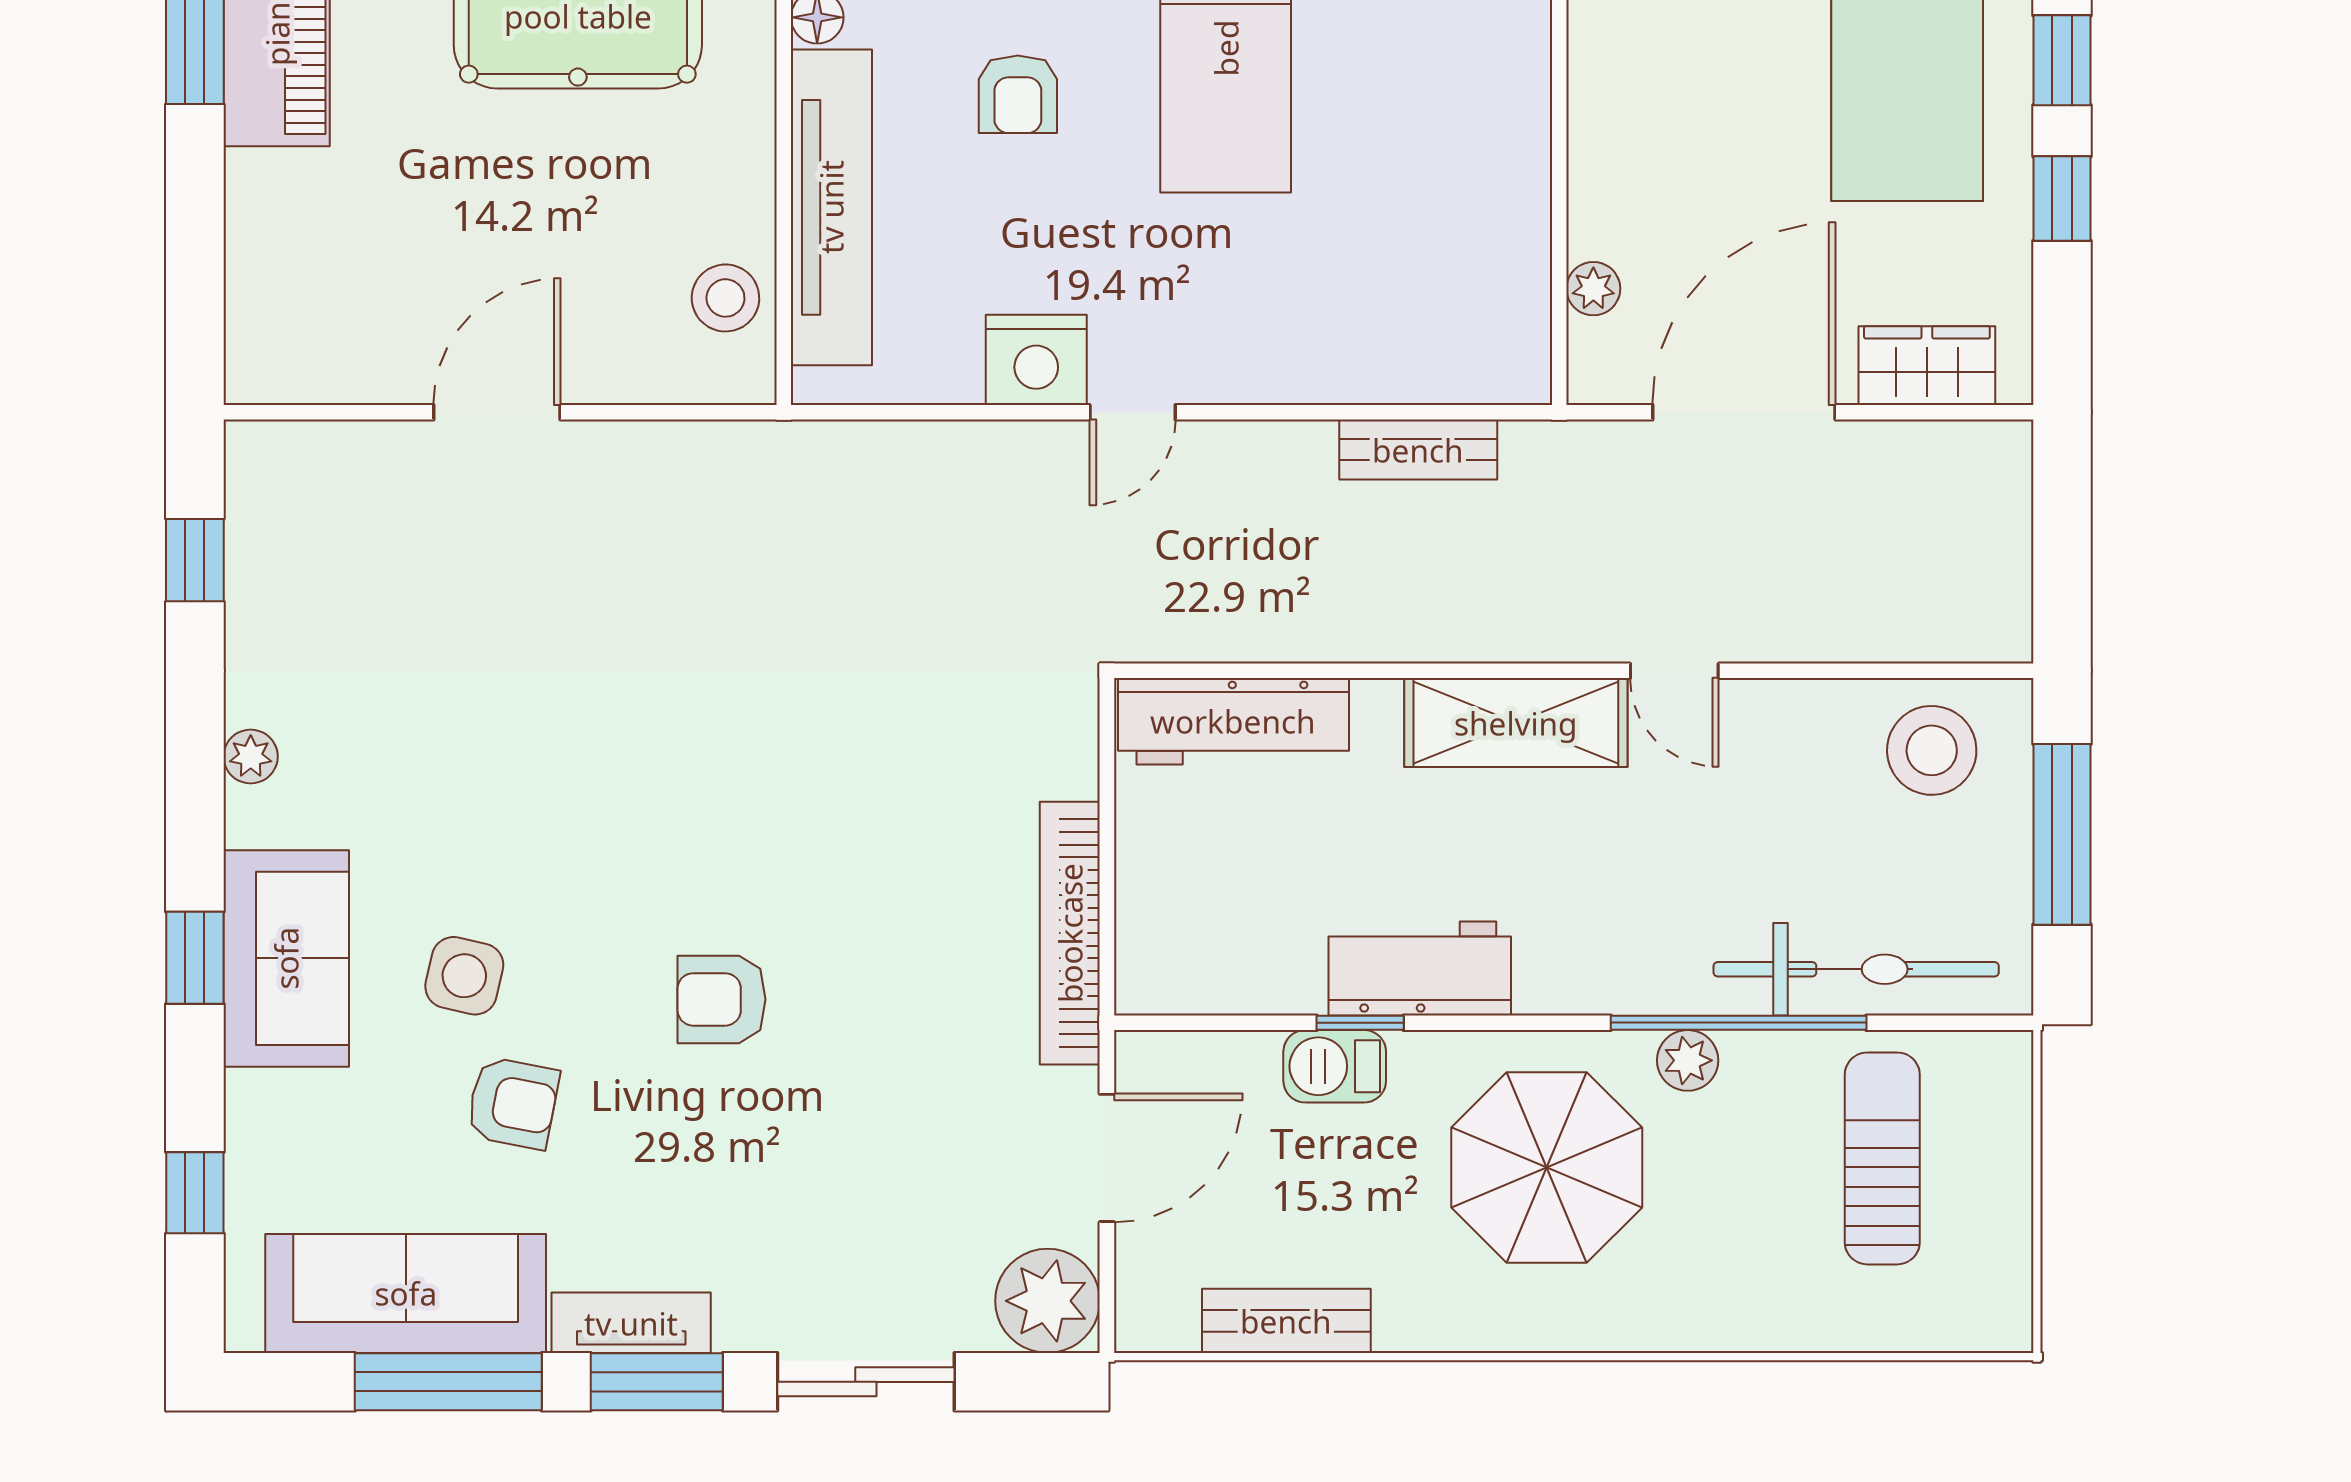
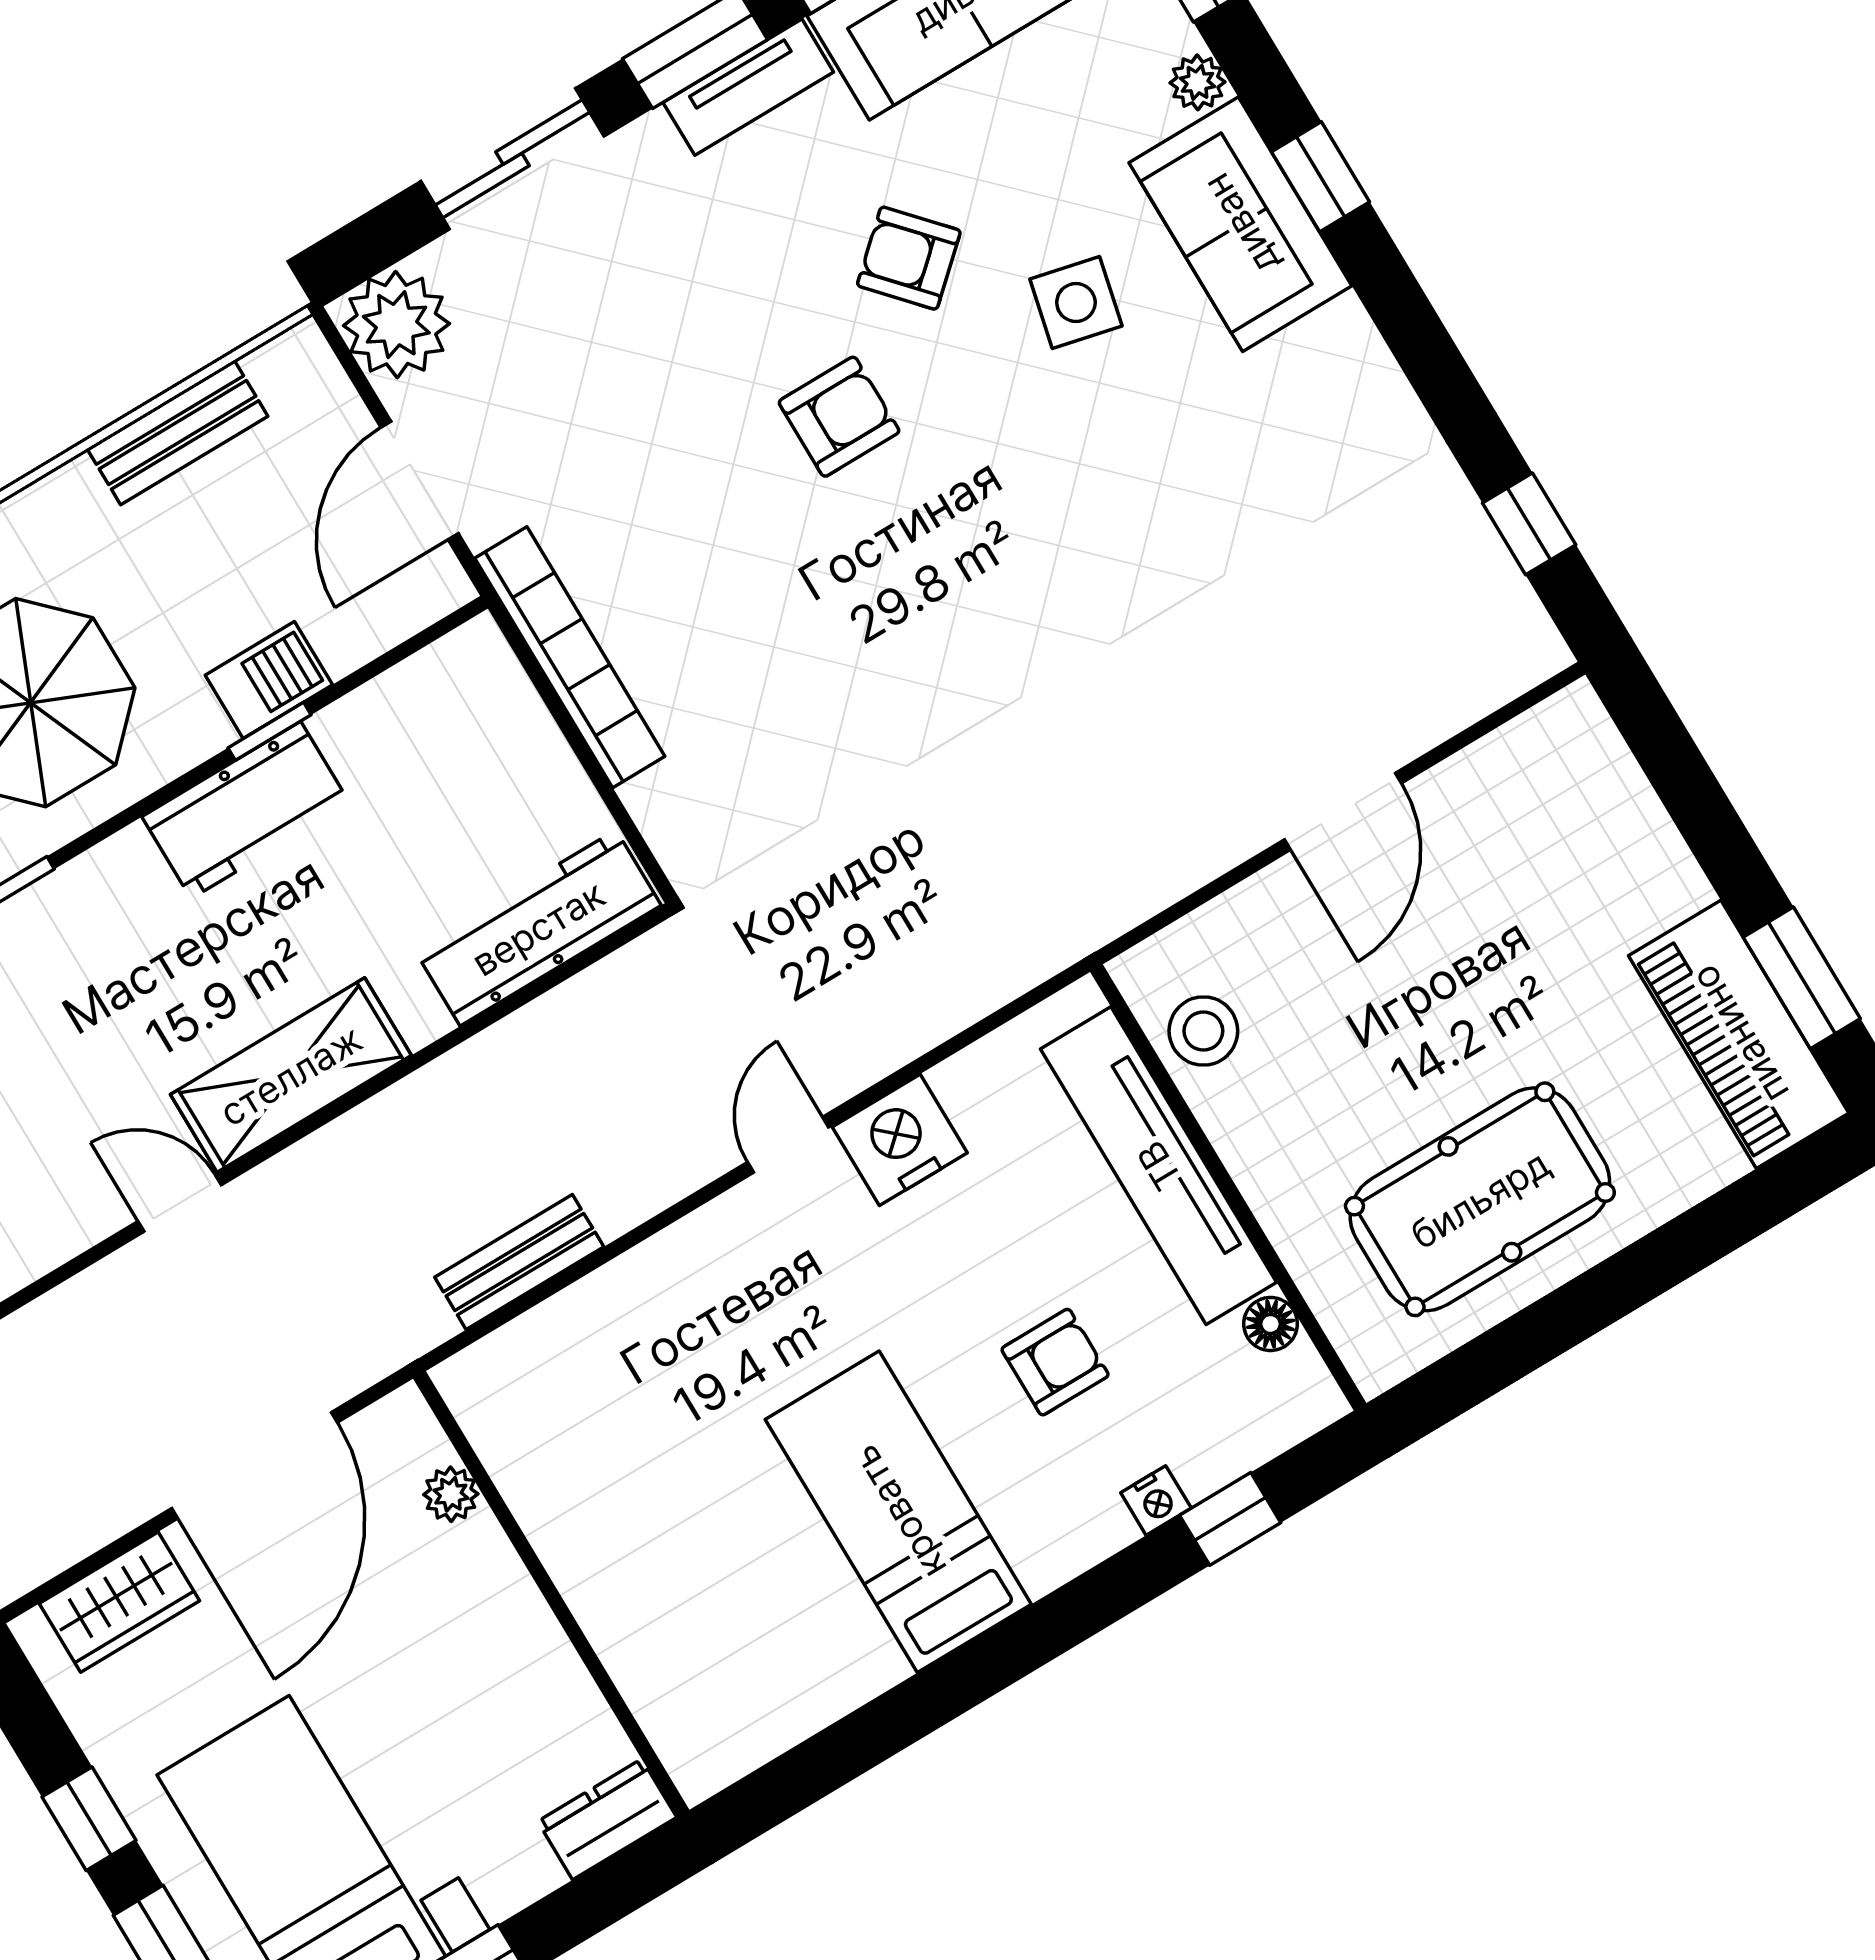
armchair: (1018, 94) -> (1055, 1362), turned 90
plant: (251, 757) -> (1197, 82), moved
armchair: (513, 1103) -> (909, 258), moved, turned 37

